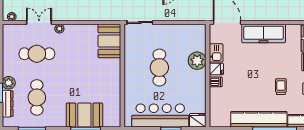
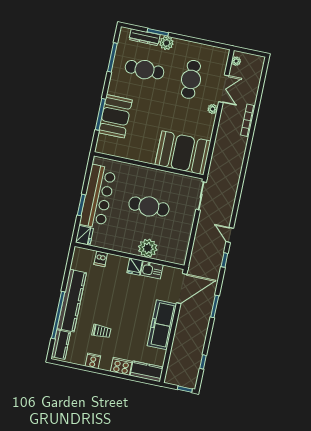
booth: (109, 41) -> (183, 153), width x1.36, depth x1.42
dishwasher: (216, 82) -> (101, 259), moved

